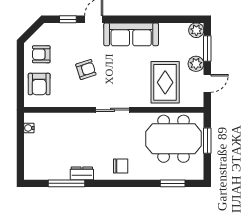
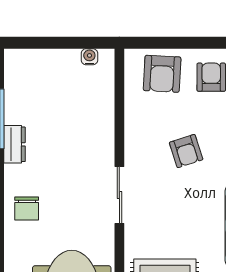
armchair: (39, 84) -> (162, 74), turned -87

